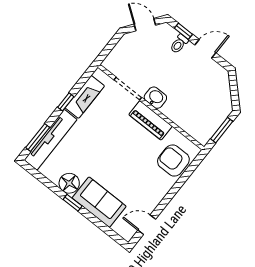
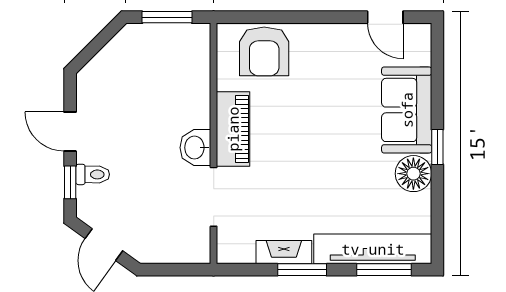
fireplace: (85, 97) -> (284, 252), width x0.73, depth x0.76
window: (66, 102) -> (302, 270), width x1.50

